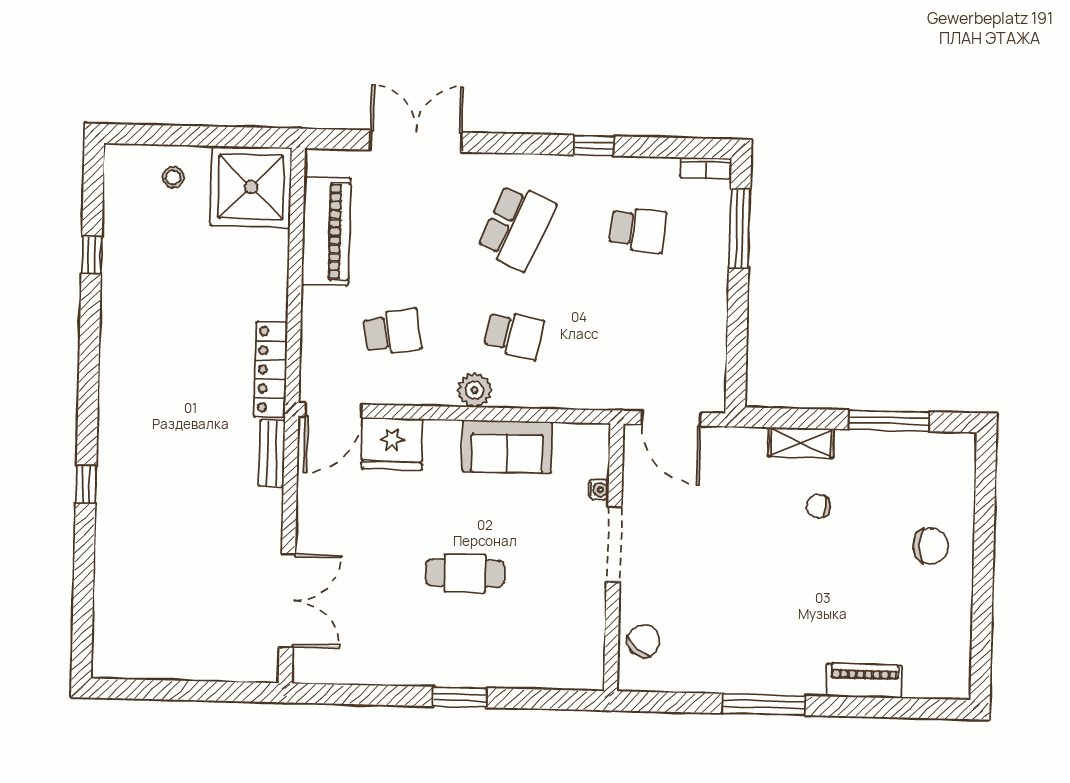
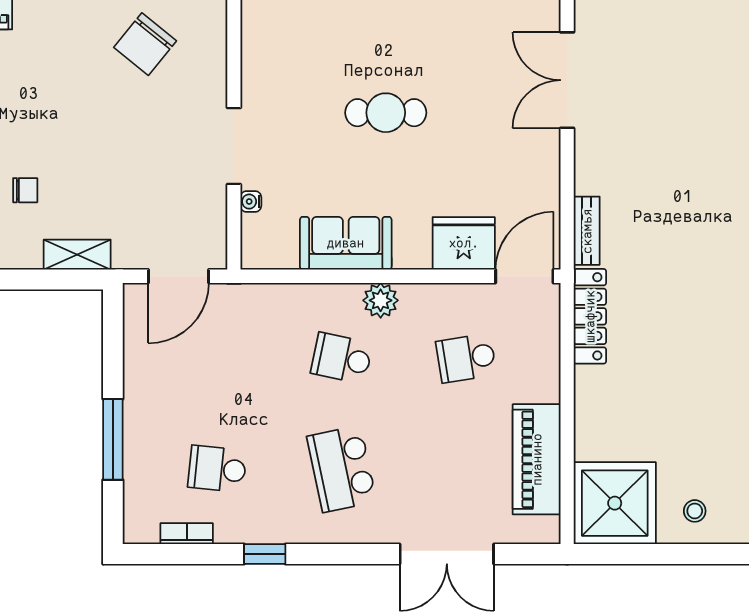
bookcase: (706, 168) -> (187, 534), moved
school desk: (516, 227) -> (342, 469), turned -36
window: (740, 229) -> (113, 439), moved
door: (671, 418) -> (179, 276), swing flipped
shelving: (801, 443) -> (77, 255), moved
chair: (643, 641) -> (145, 44), moved, width x1.37, depth x1.37

